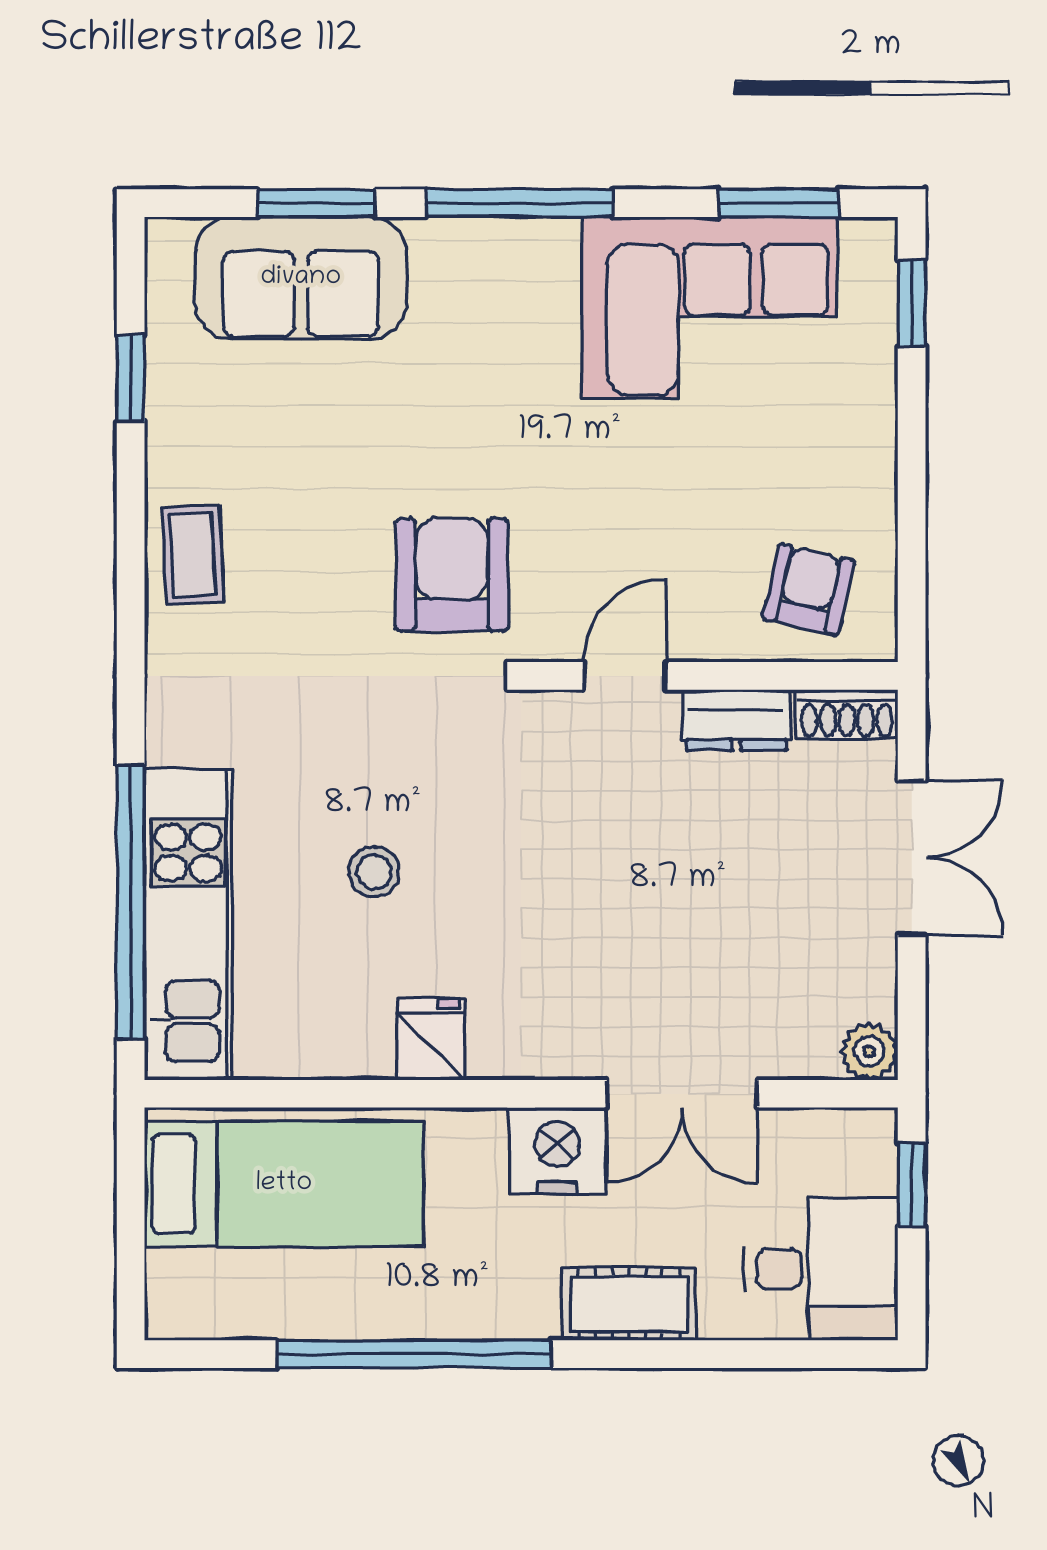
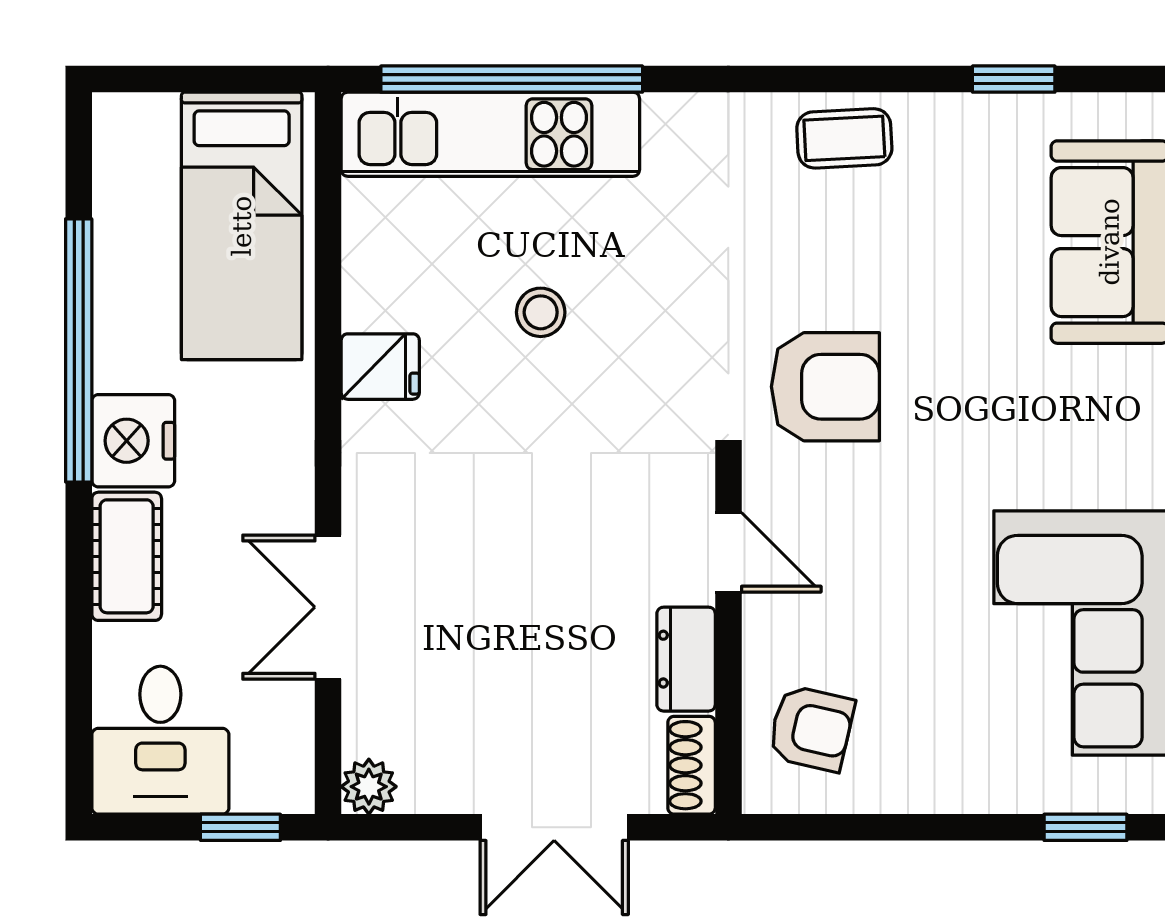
nightstand: (557, 1151) -> (133, 441), moved, turned 180

